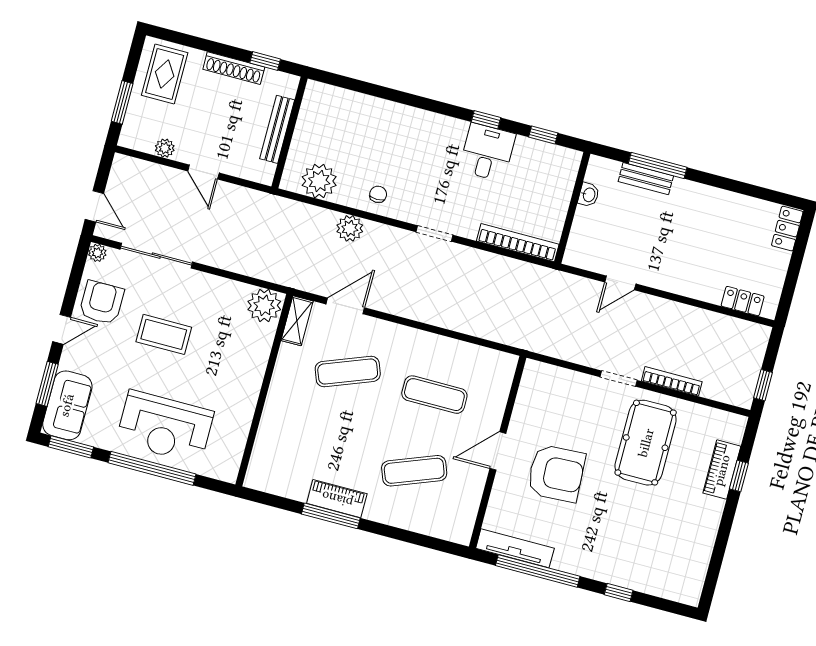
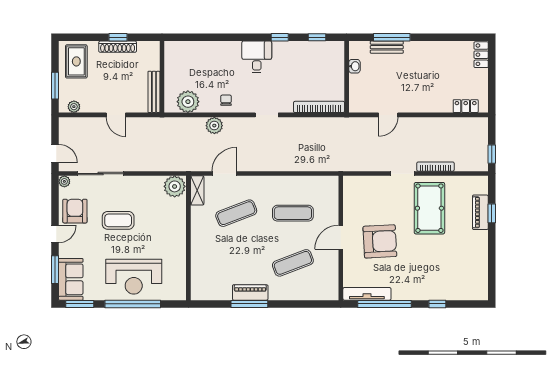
window: (265, 61) -> (118, 37), moved
bench: (277, 129) -> (154, 92), moved
plant: (165, 148) -> (74, 107), moved
desk: (487, 152) -> (257, 57), moved

